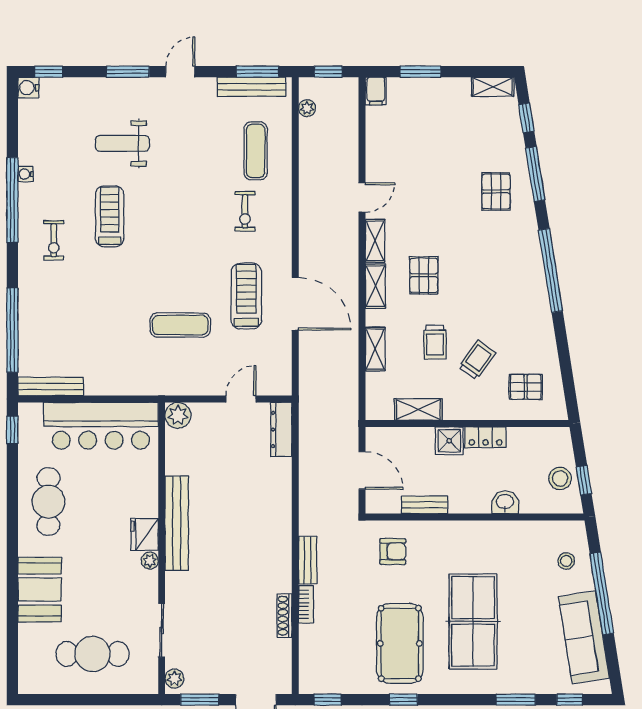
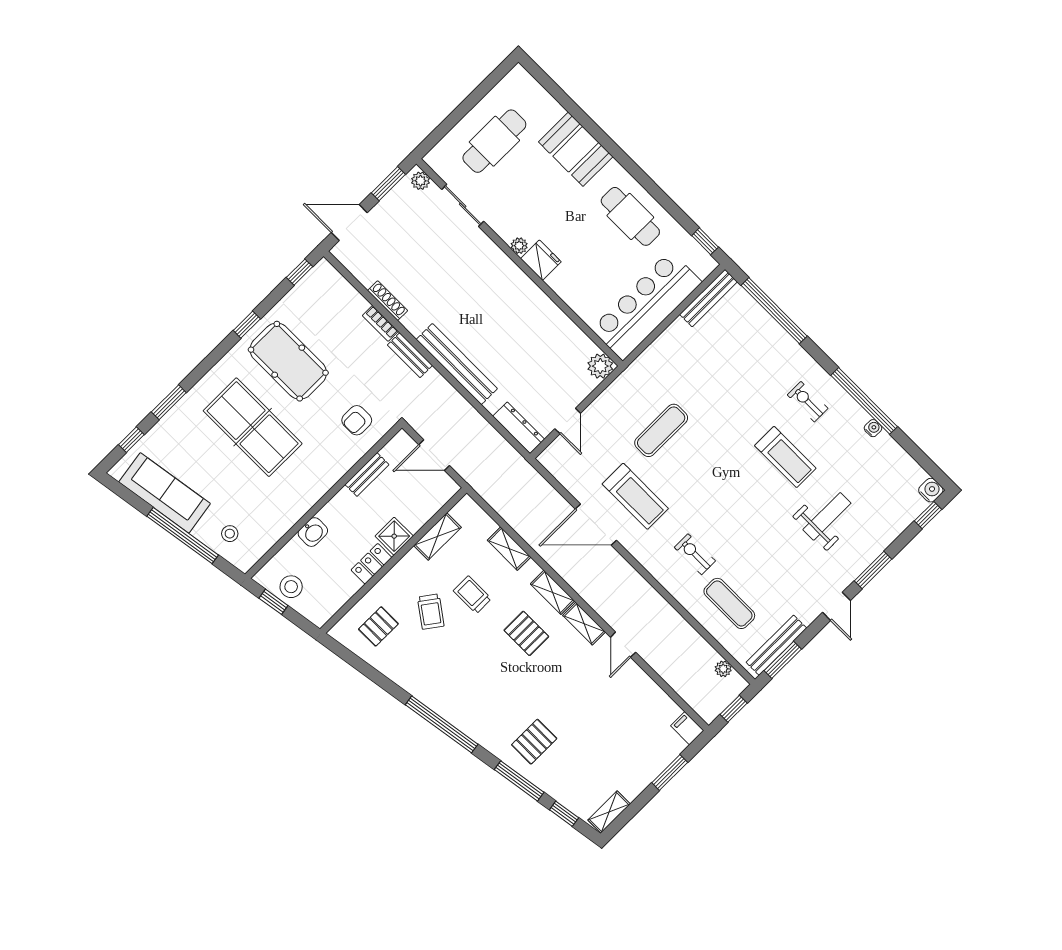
pallet: (496, 191) -> (534, 742), turned 90
bench: (177, 523) -> (457, 364), moved

